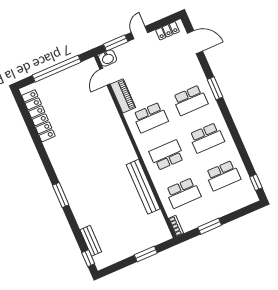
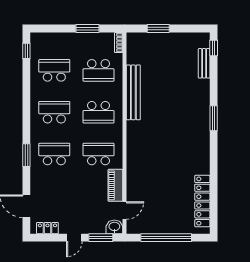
school desk: (183, 193) -> (99, 70), turned 180

